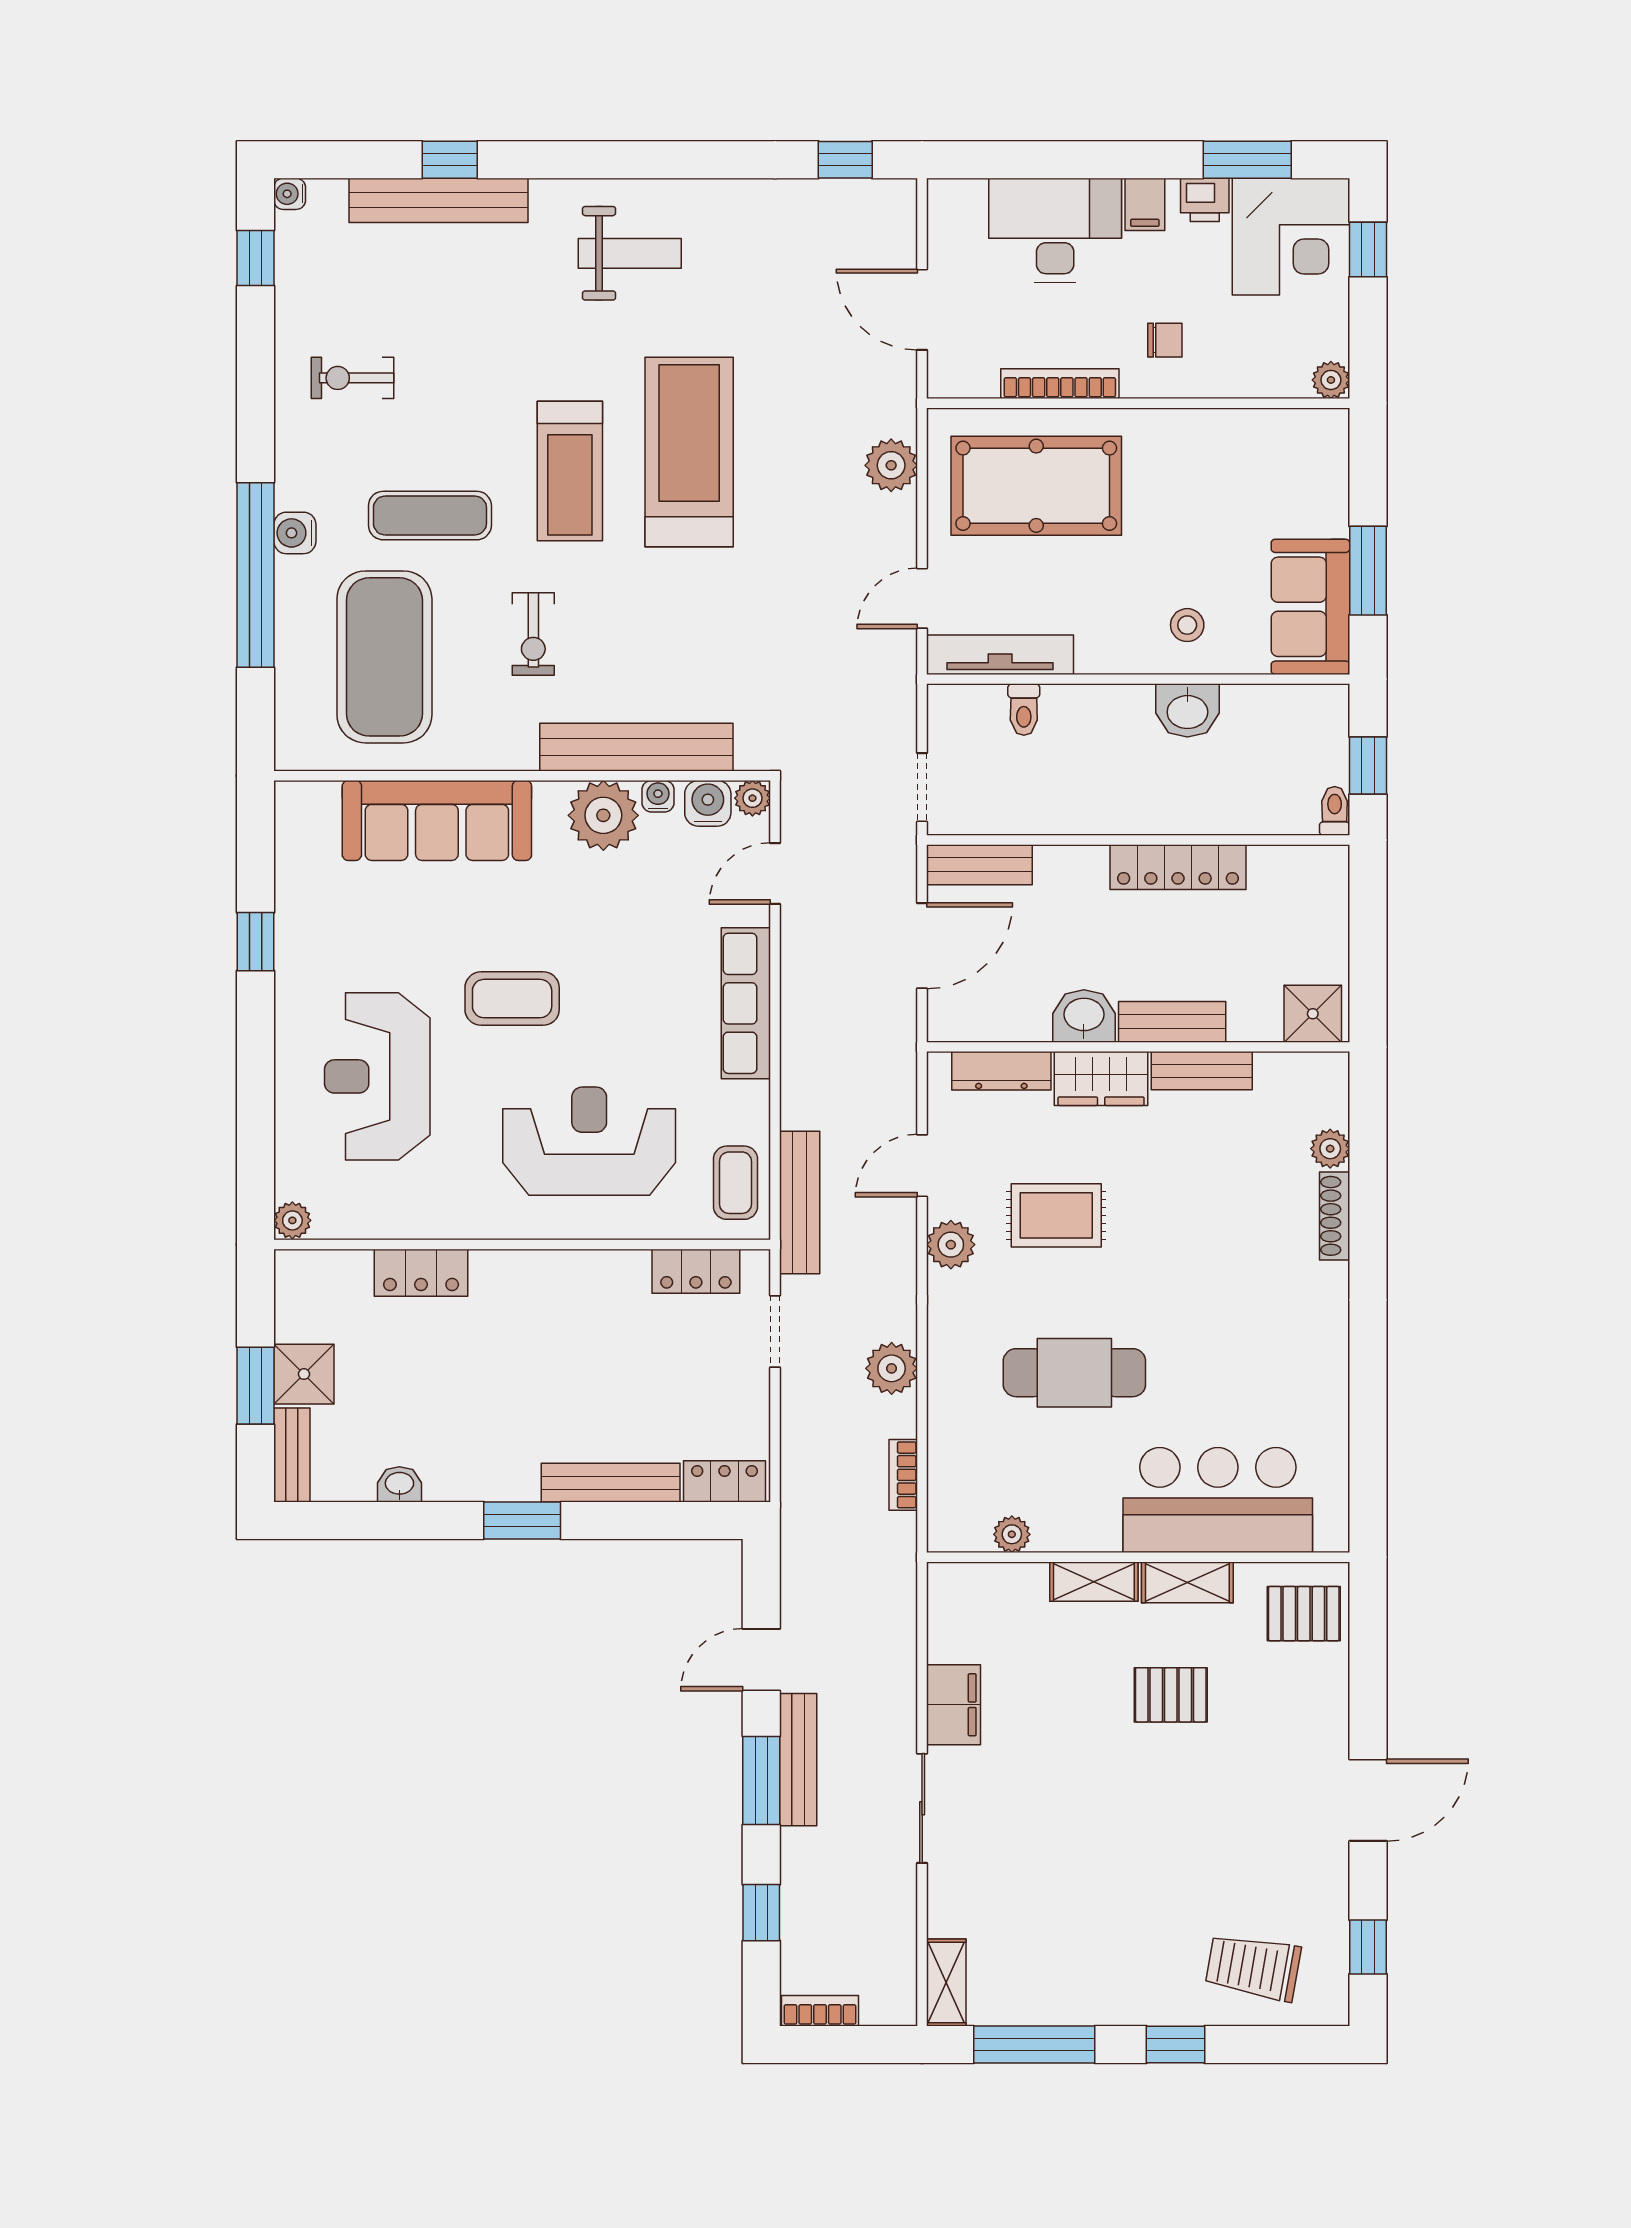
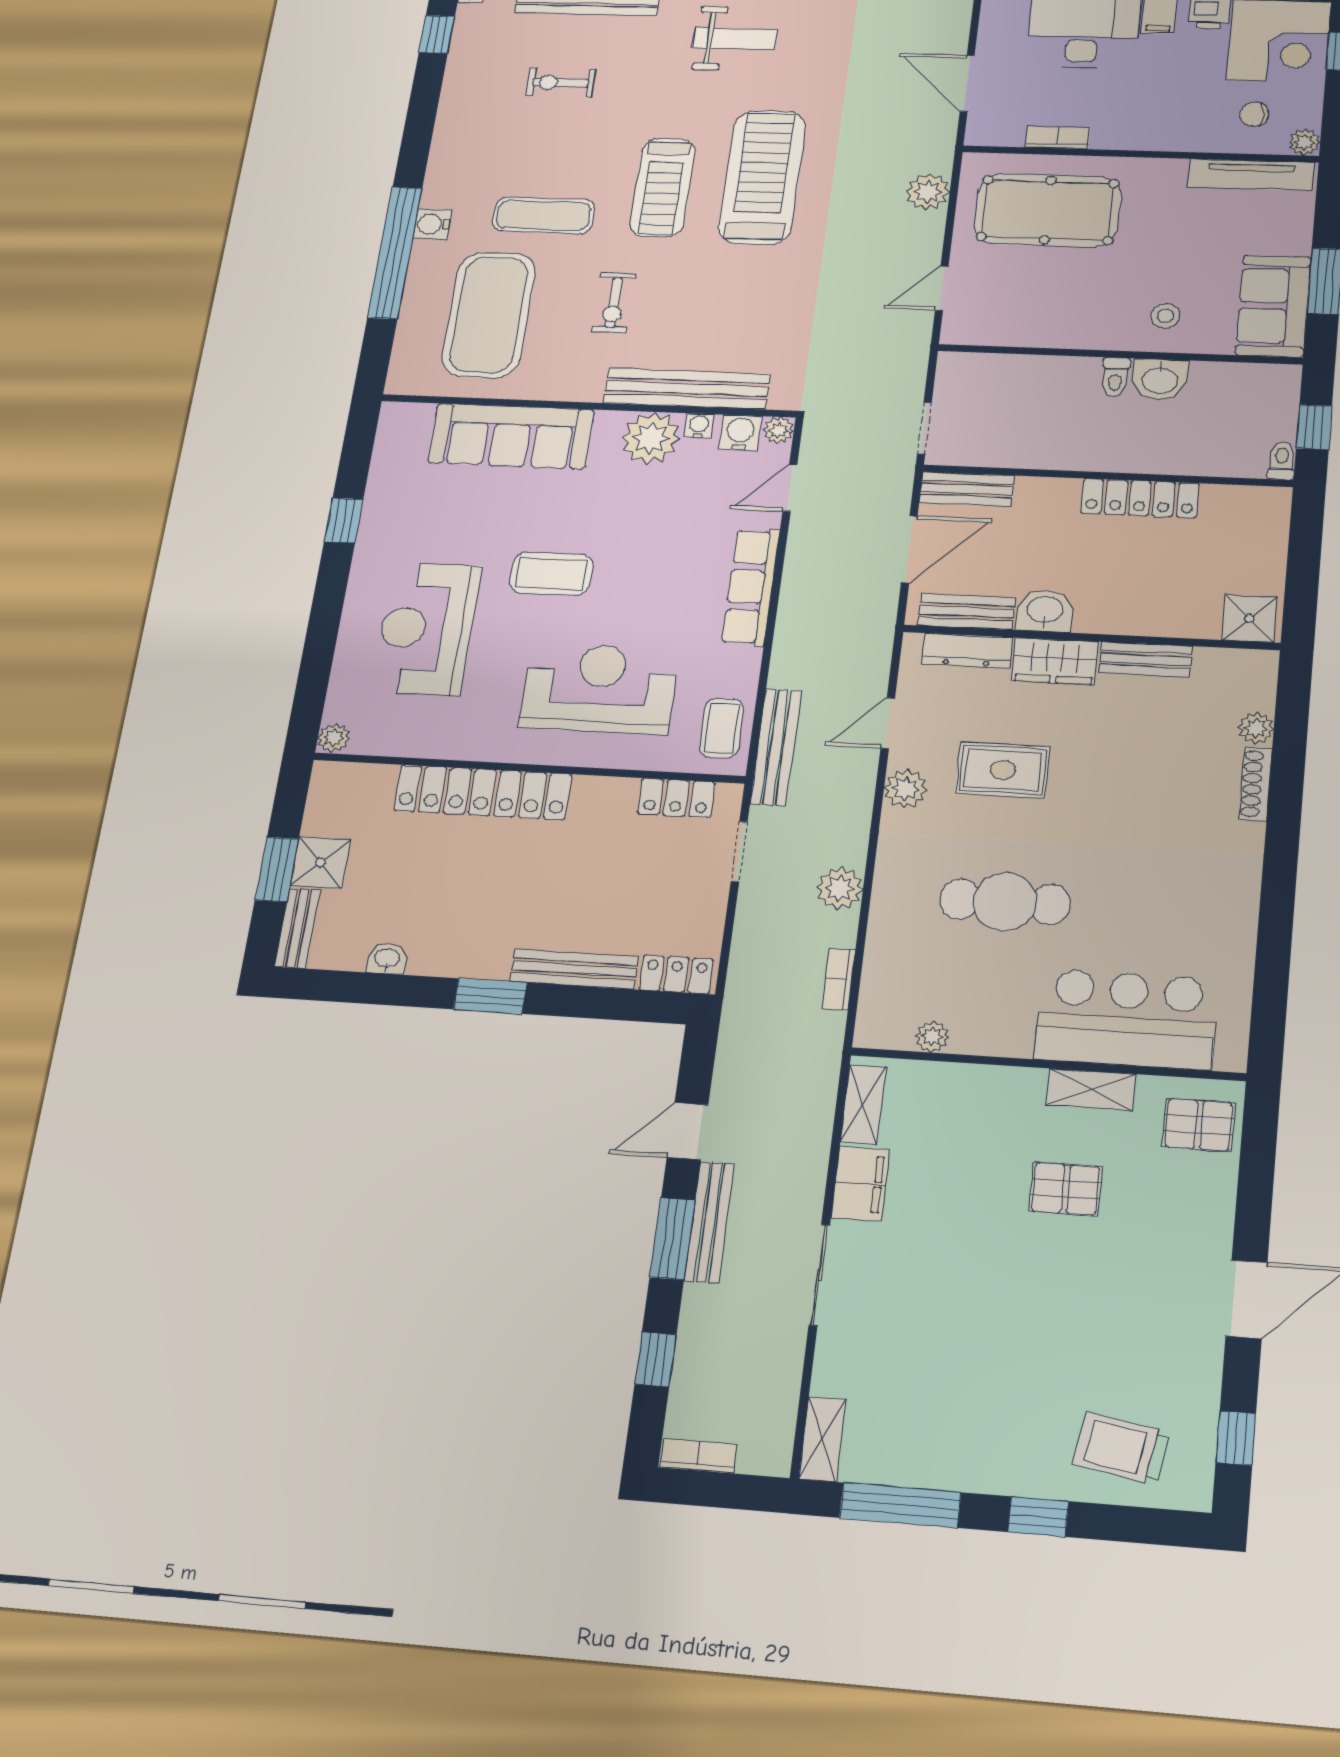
chair: (1165, 340) -> (1254, 114), moved, turned 180
exercise bike: (353, 378) -> (561, 83), moved
bookcase: (1060, 384) -> (1058, 138), width x0.64
tv unit: (1000, 655) -> (1251, 175), moved, turned 180
toilet: (1024, 710) -> (1115, 377), moved
bench: (1172, 1022) -> (967, 612), moved
locker: (421, 1273) -> (483, 792), width x2.16, depth x1.21
shelving: (1094, 1582) -> (863, 1105), moved, turned 90

